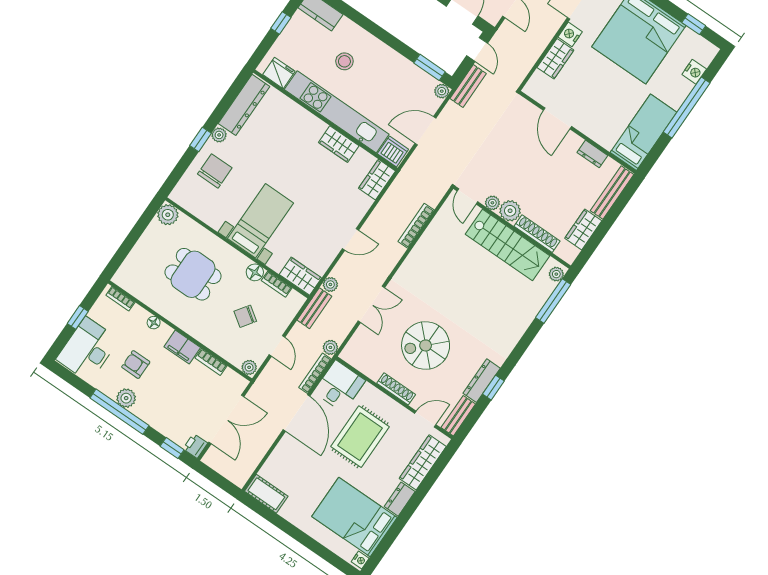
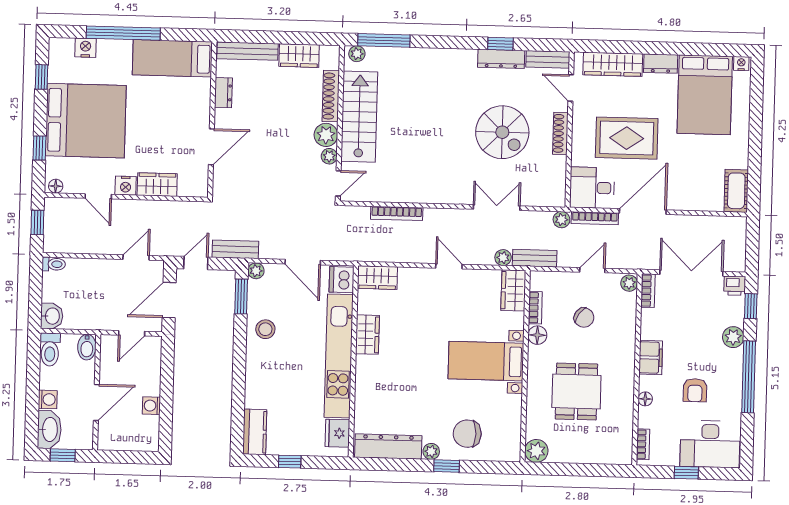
stool: (344, 61) -> (265, 329), moved
bookcase: (211, 362) -> (648, 291), moved
plant: (126, 398) -> (733, 337), moved

